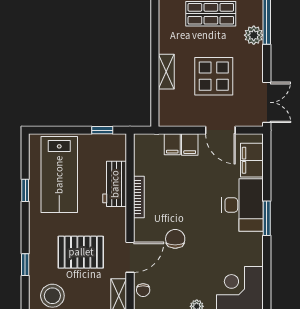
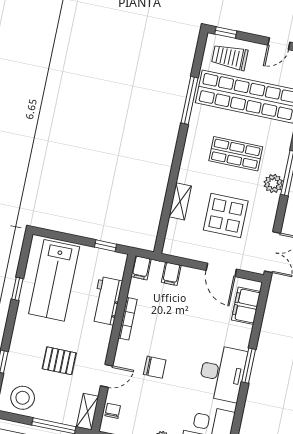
filing cabinet: (190, 145) -> (141, 268), moved
desk: (242, 205) -> (222, 373), moved
chair: (175, 239) -> (155, 367), turned 90
pallet: (81, 252) -> (59, 361), width x0.67, depth x0.71
door: (130, 257) -> (107, 376), width x0.73
chair: (143, 290) -> (113, 411), turned 180

